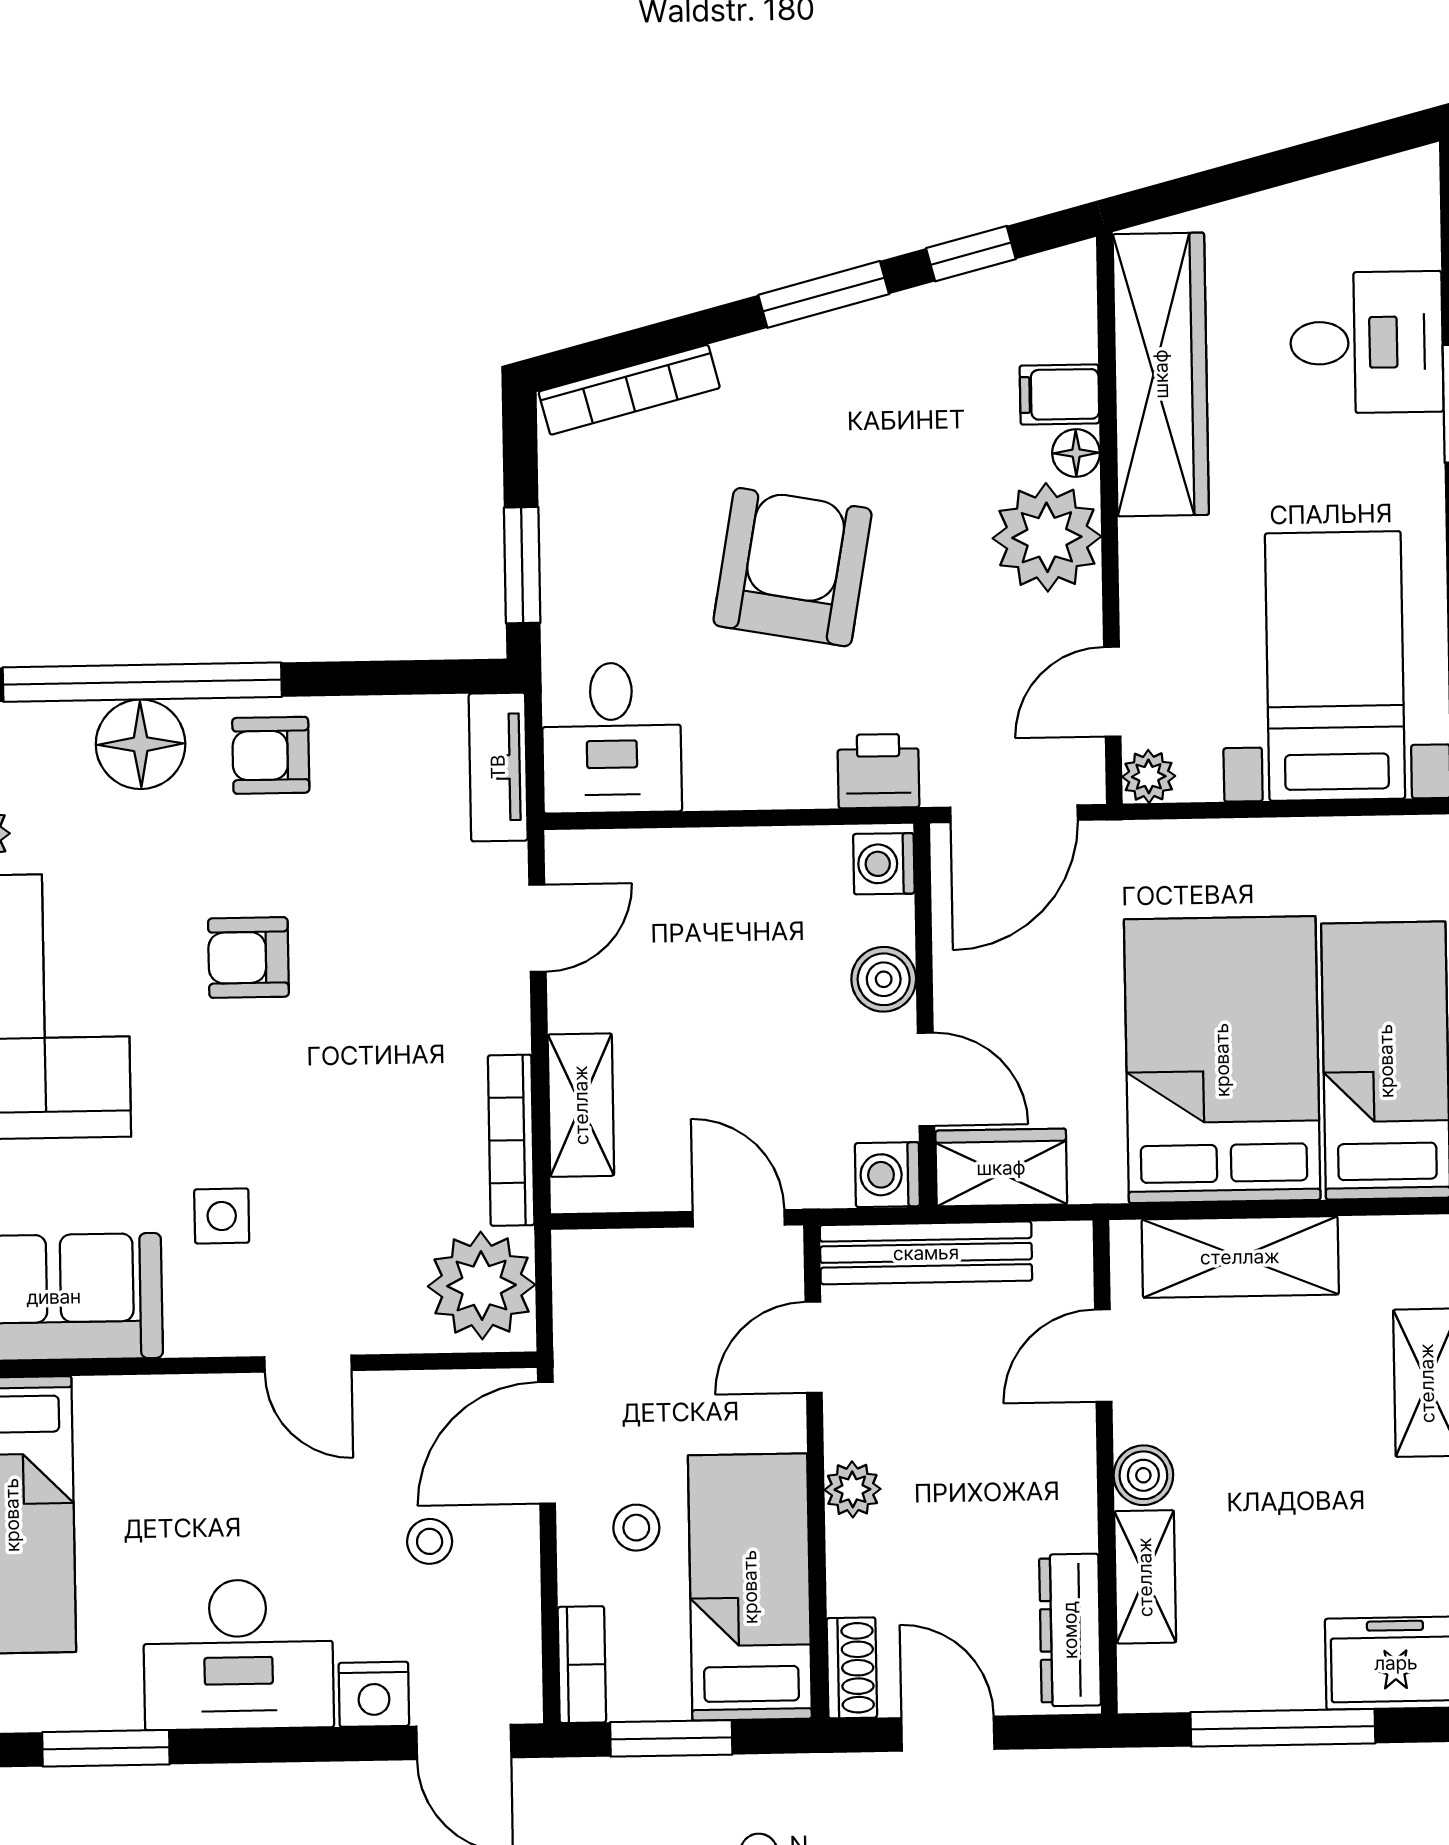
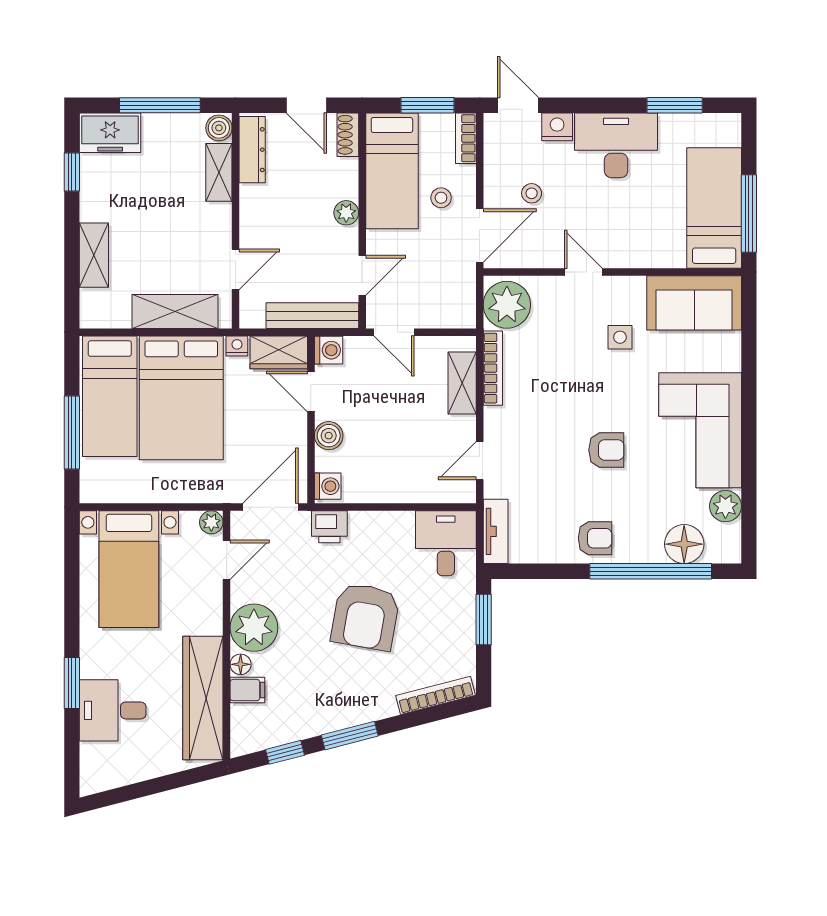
floor lamp: (141, 744) -> (684, 544), moved
nightstand: (1097, 1180) -> (237, 346), added
boiler: (1143, 1475) -> (219, 128), moved

